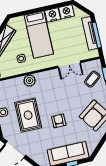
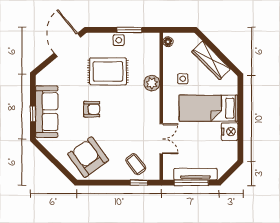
nightstand: (67, 12) -> (230, 151), removed
double door: (69, 64) -> (161, 139), swing flipped

